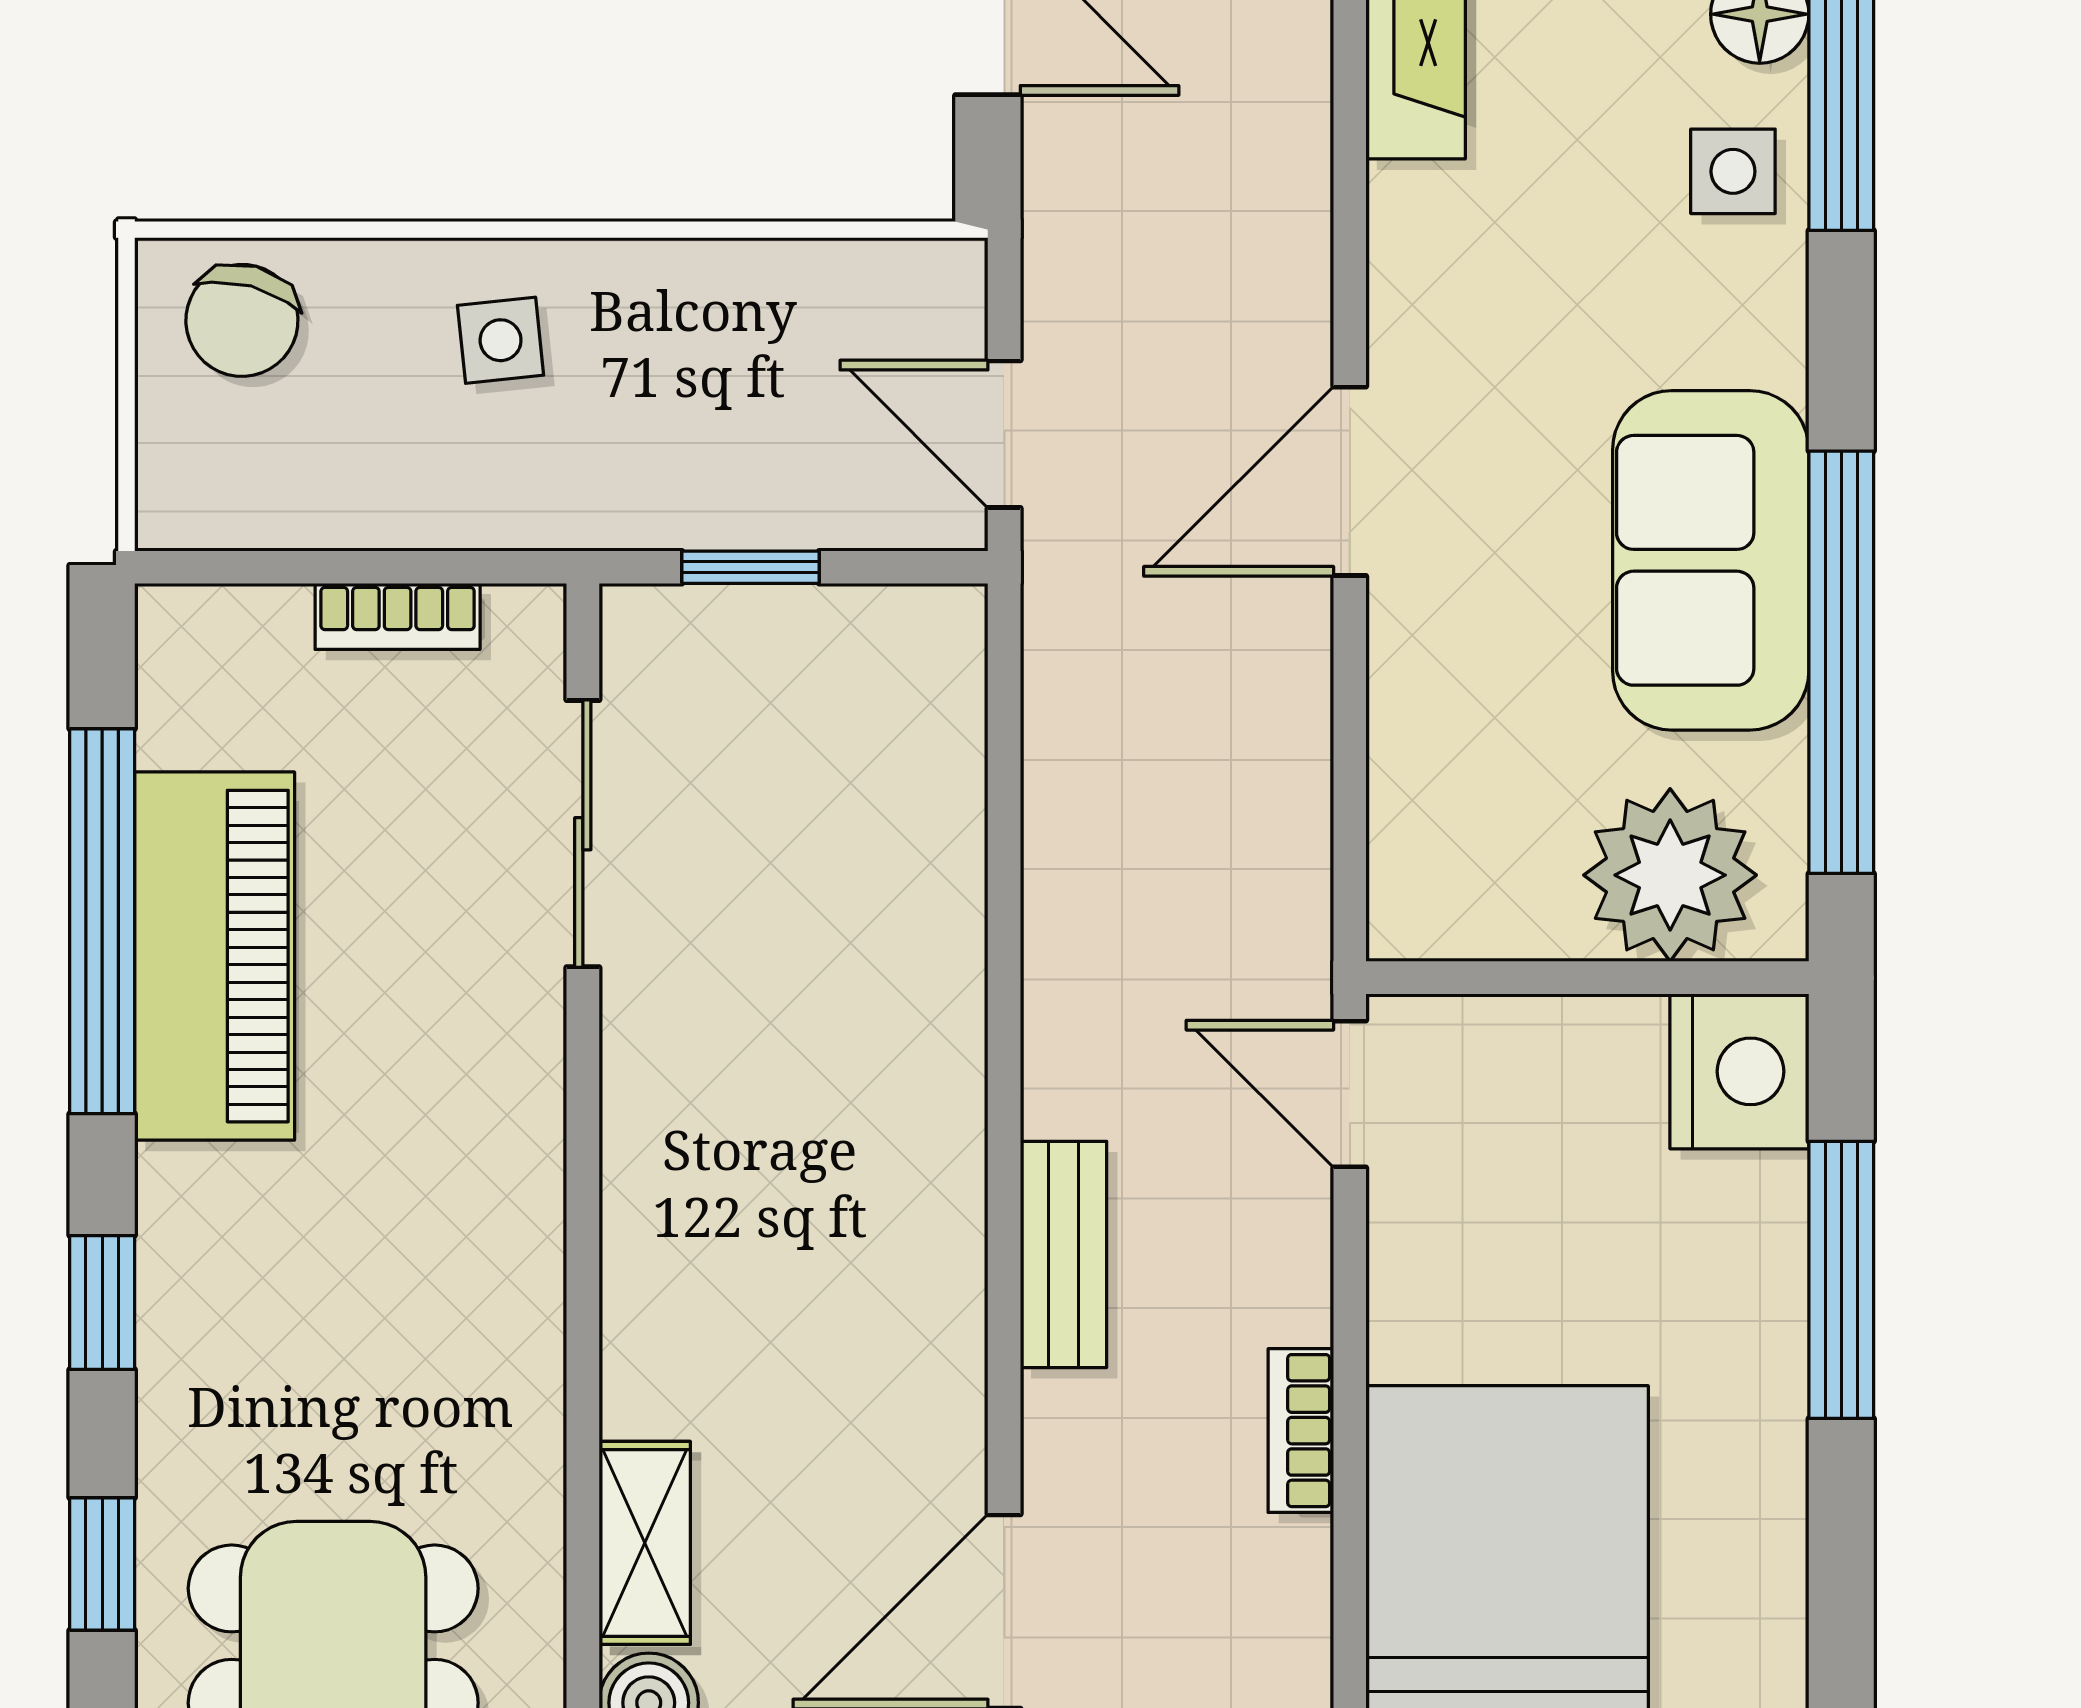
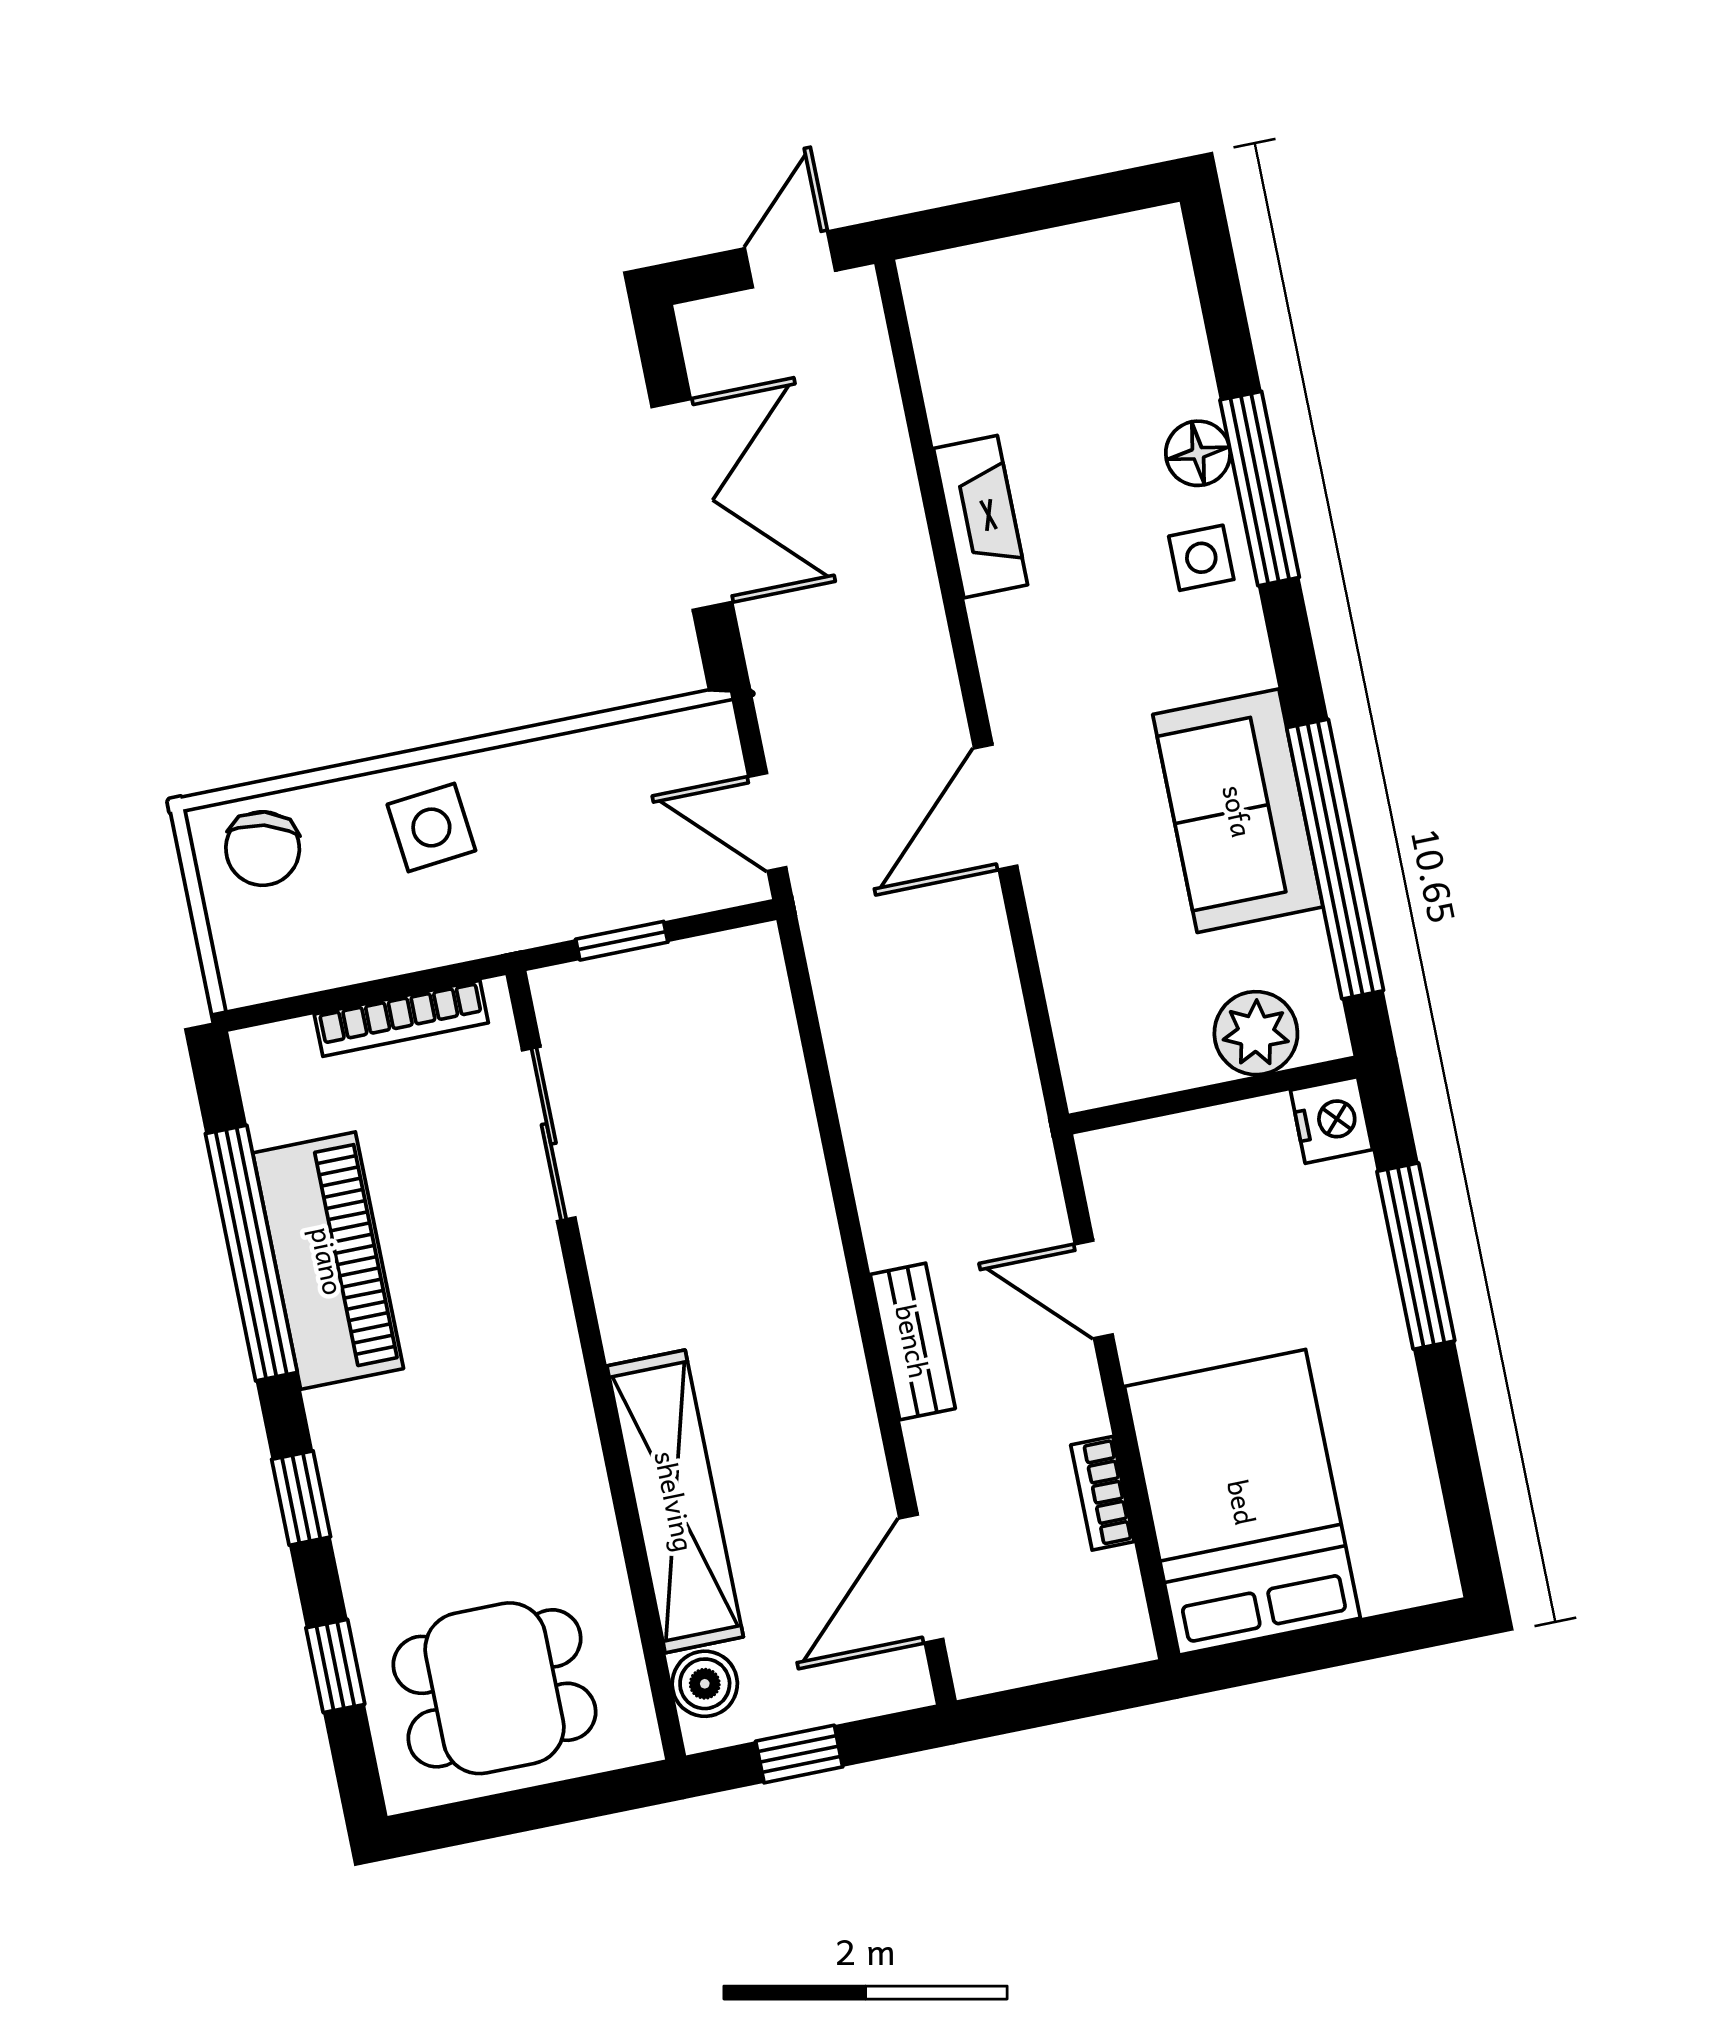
side table: (501, 340) -> (431, 827), width x1.37, depth x1.37
bookcase: (398, 616) -> (401, 1018), width x1.56
plant: (1670, 875) -> (1256, 1033), width x0.73, depth x0.73
nightstand: (1739, 1071) -> (1331, 1120), width x0.74, depth x0.75
door: (1350, 1094) -> (1094, 1289), moved
bookcase: (1301, 1431) -> (1102, 1493), moved
shelving: (645, 1543) -> (675, 1501), width x2.20, depth x1.33

